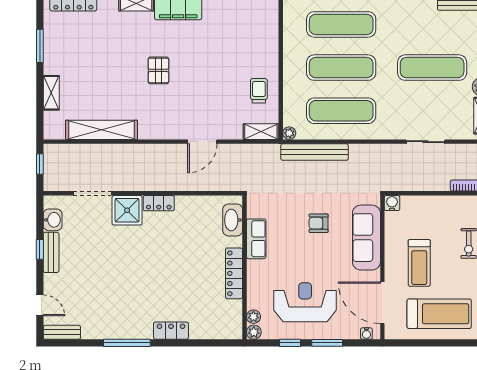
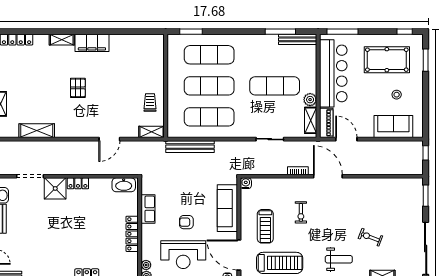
shelving: (101, 130) -> (37, 131), width x0.68
plant: (289, 133) -> (172, 133), removed
washbasin: (233, 220) -> (124, 185), moved, turned -90
armchair: (319, 223) -> (186, 222), moved
reception desk: (305, 302) -> (183, 255), turned 180

